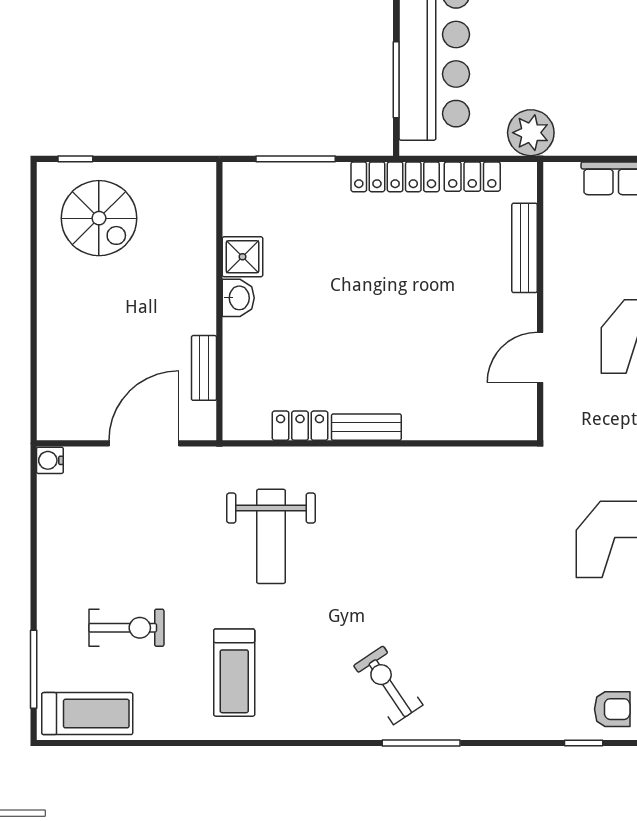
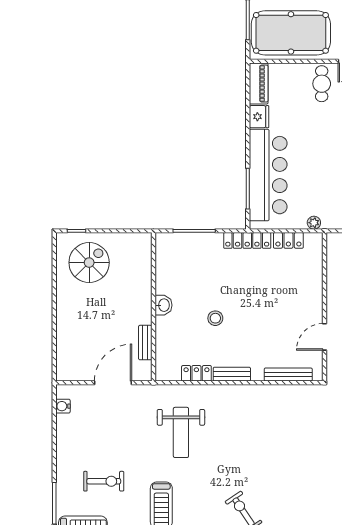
plant: (531, 133) -> (314, 223), width x0.53, depth x0.53
spiral stairs: (99, 218) -> (89, 263), turned -90
bench: (525, 248) -> (288, 375), moved, turned 90
shower: (243, 257) -> (166, 283), removed
stool: (335, 322) -> (215, 318), added
water cooler: (50, 460) -> (63, 406), moved

